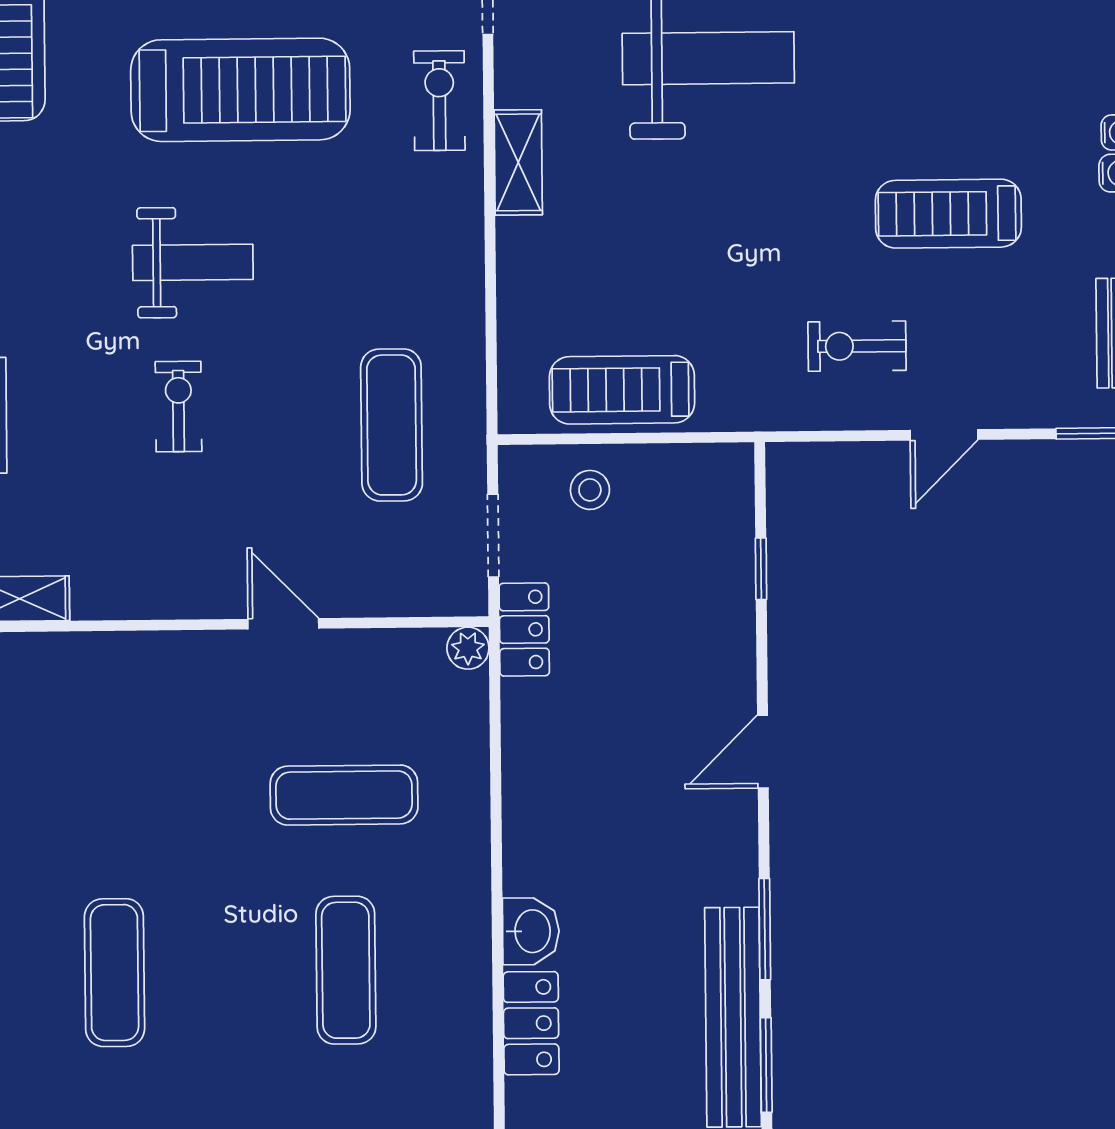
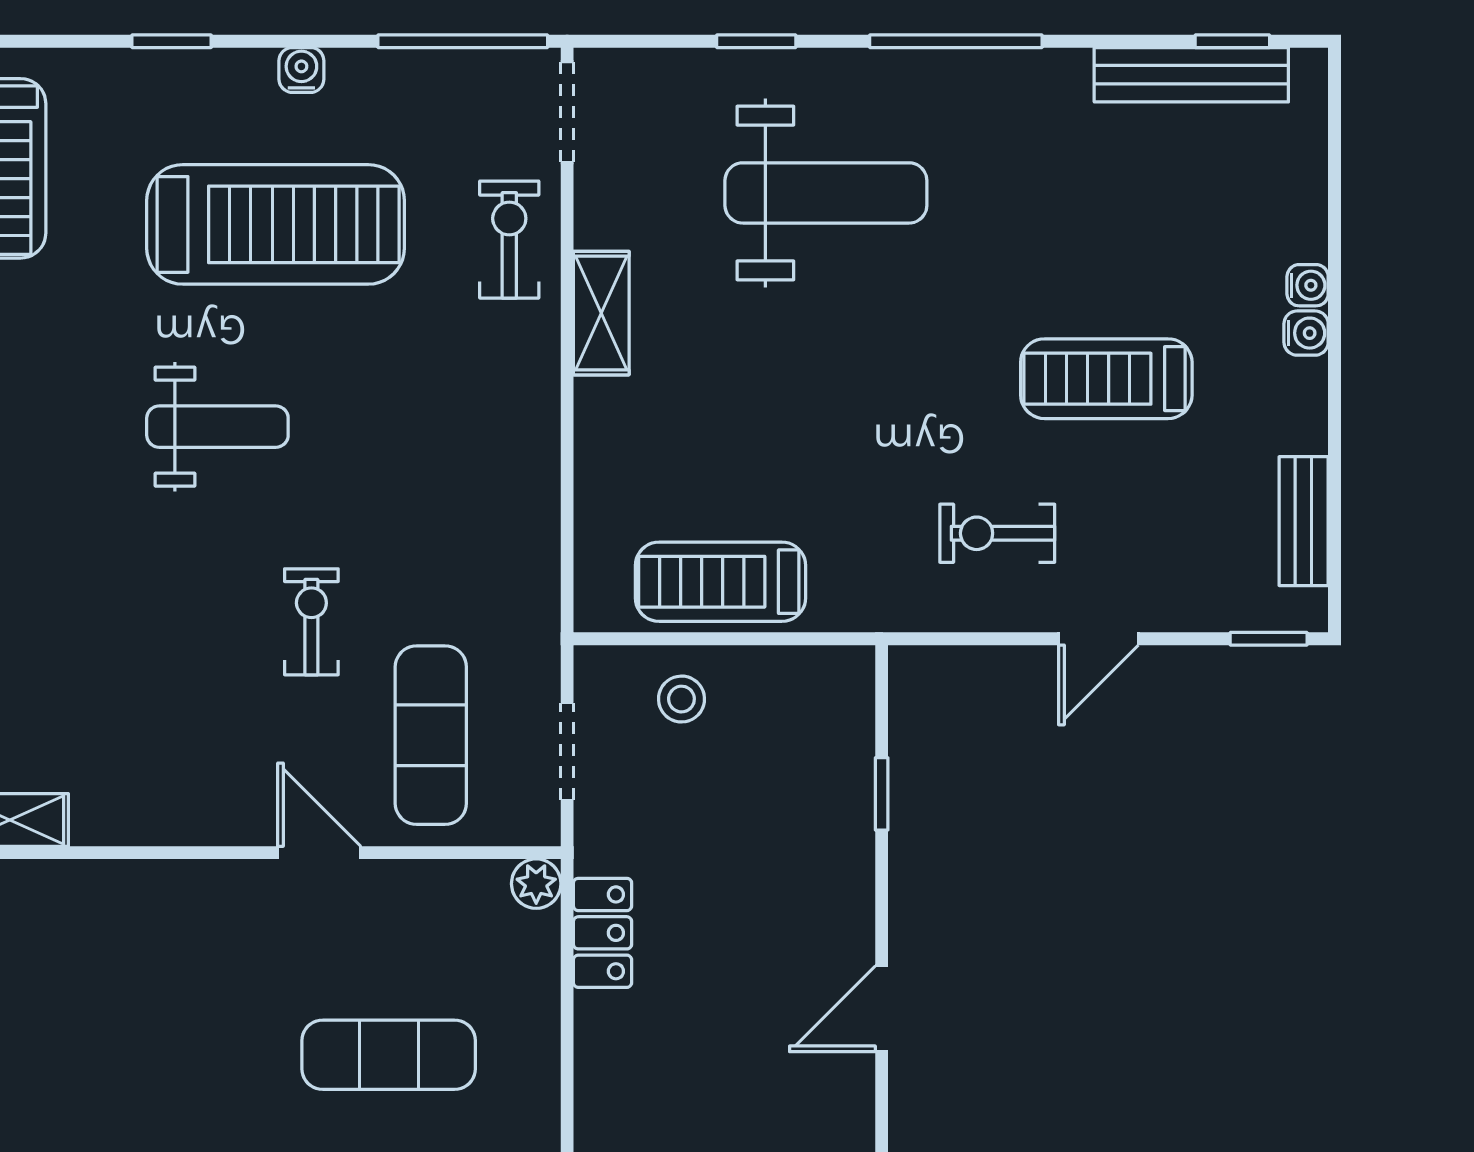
exercise bike: (178, 407) -> (311, 622), moved
exercise mat: (392, 425) -> (431, 735), moved
locker: (524, 629) -> (603, 933), moved

